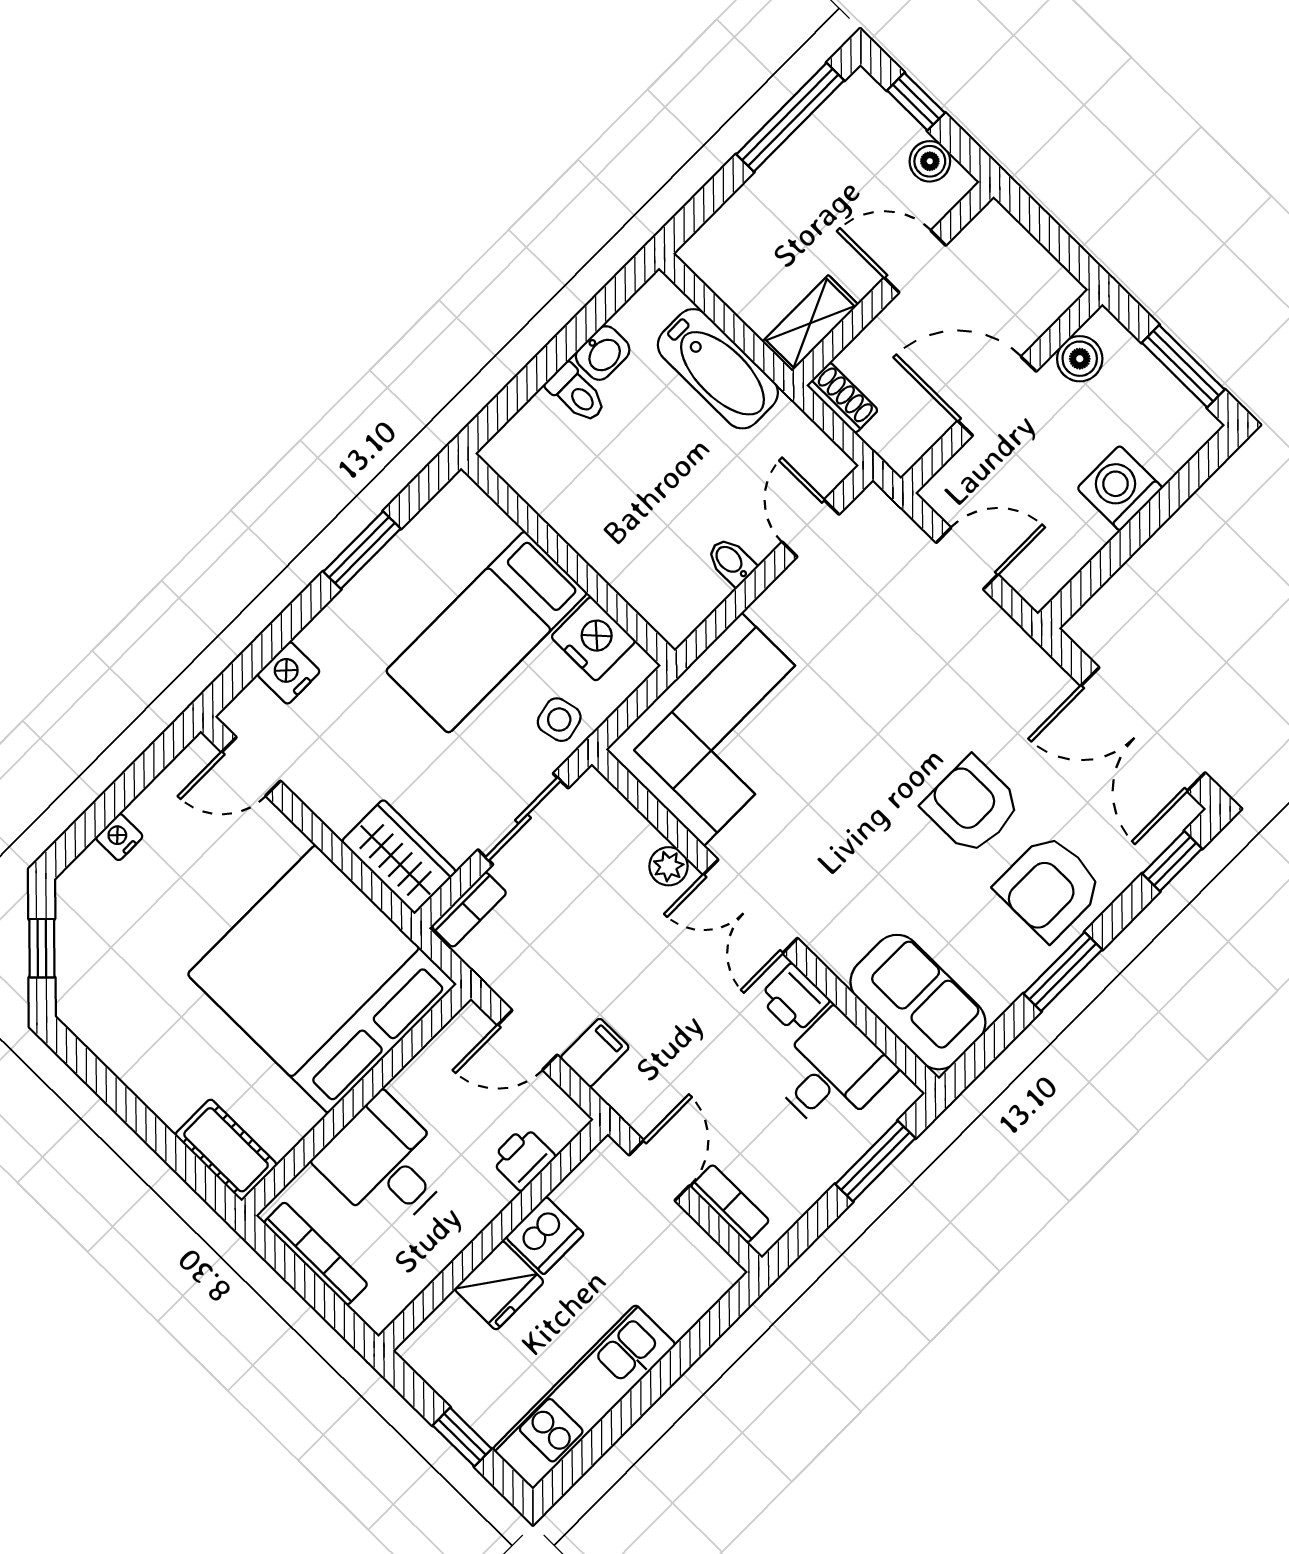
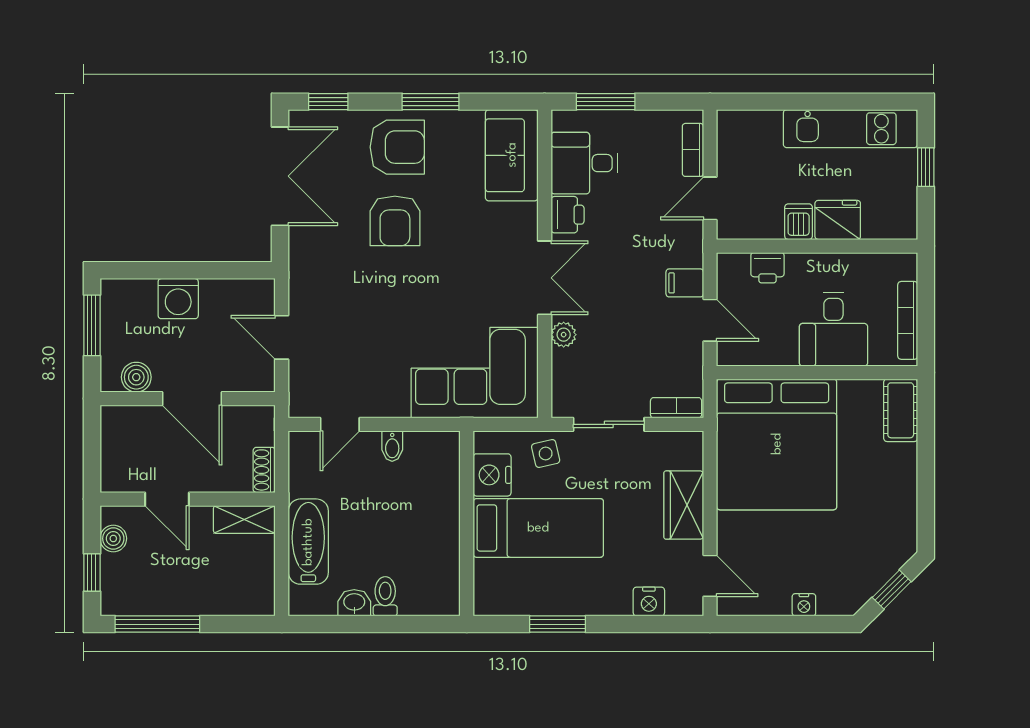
wardrobe: (399, 857) -> (684, 505), moved
dishwasher: (545, 1235) -> (799, 222), width x0.73

